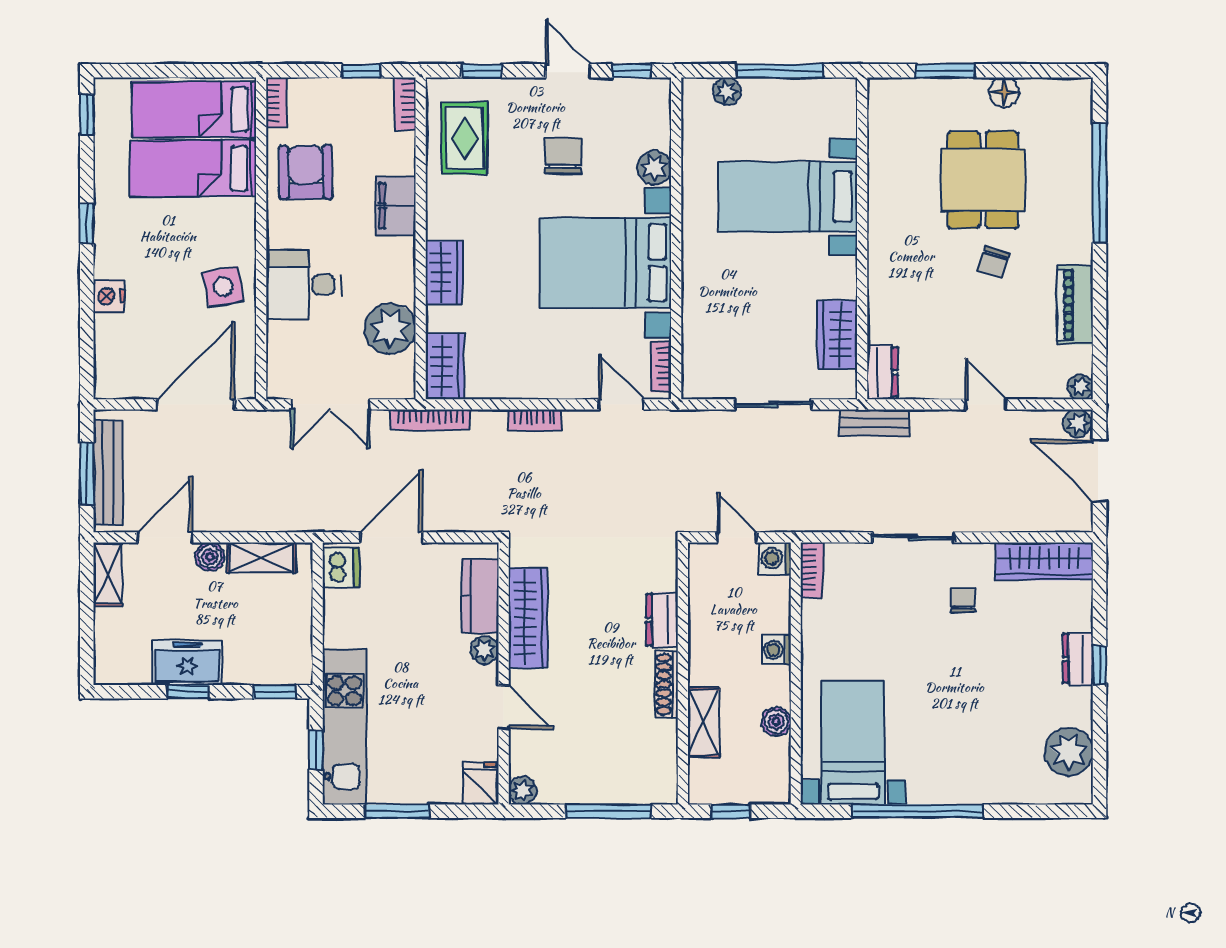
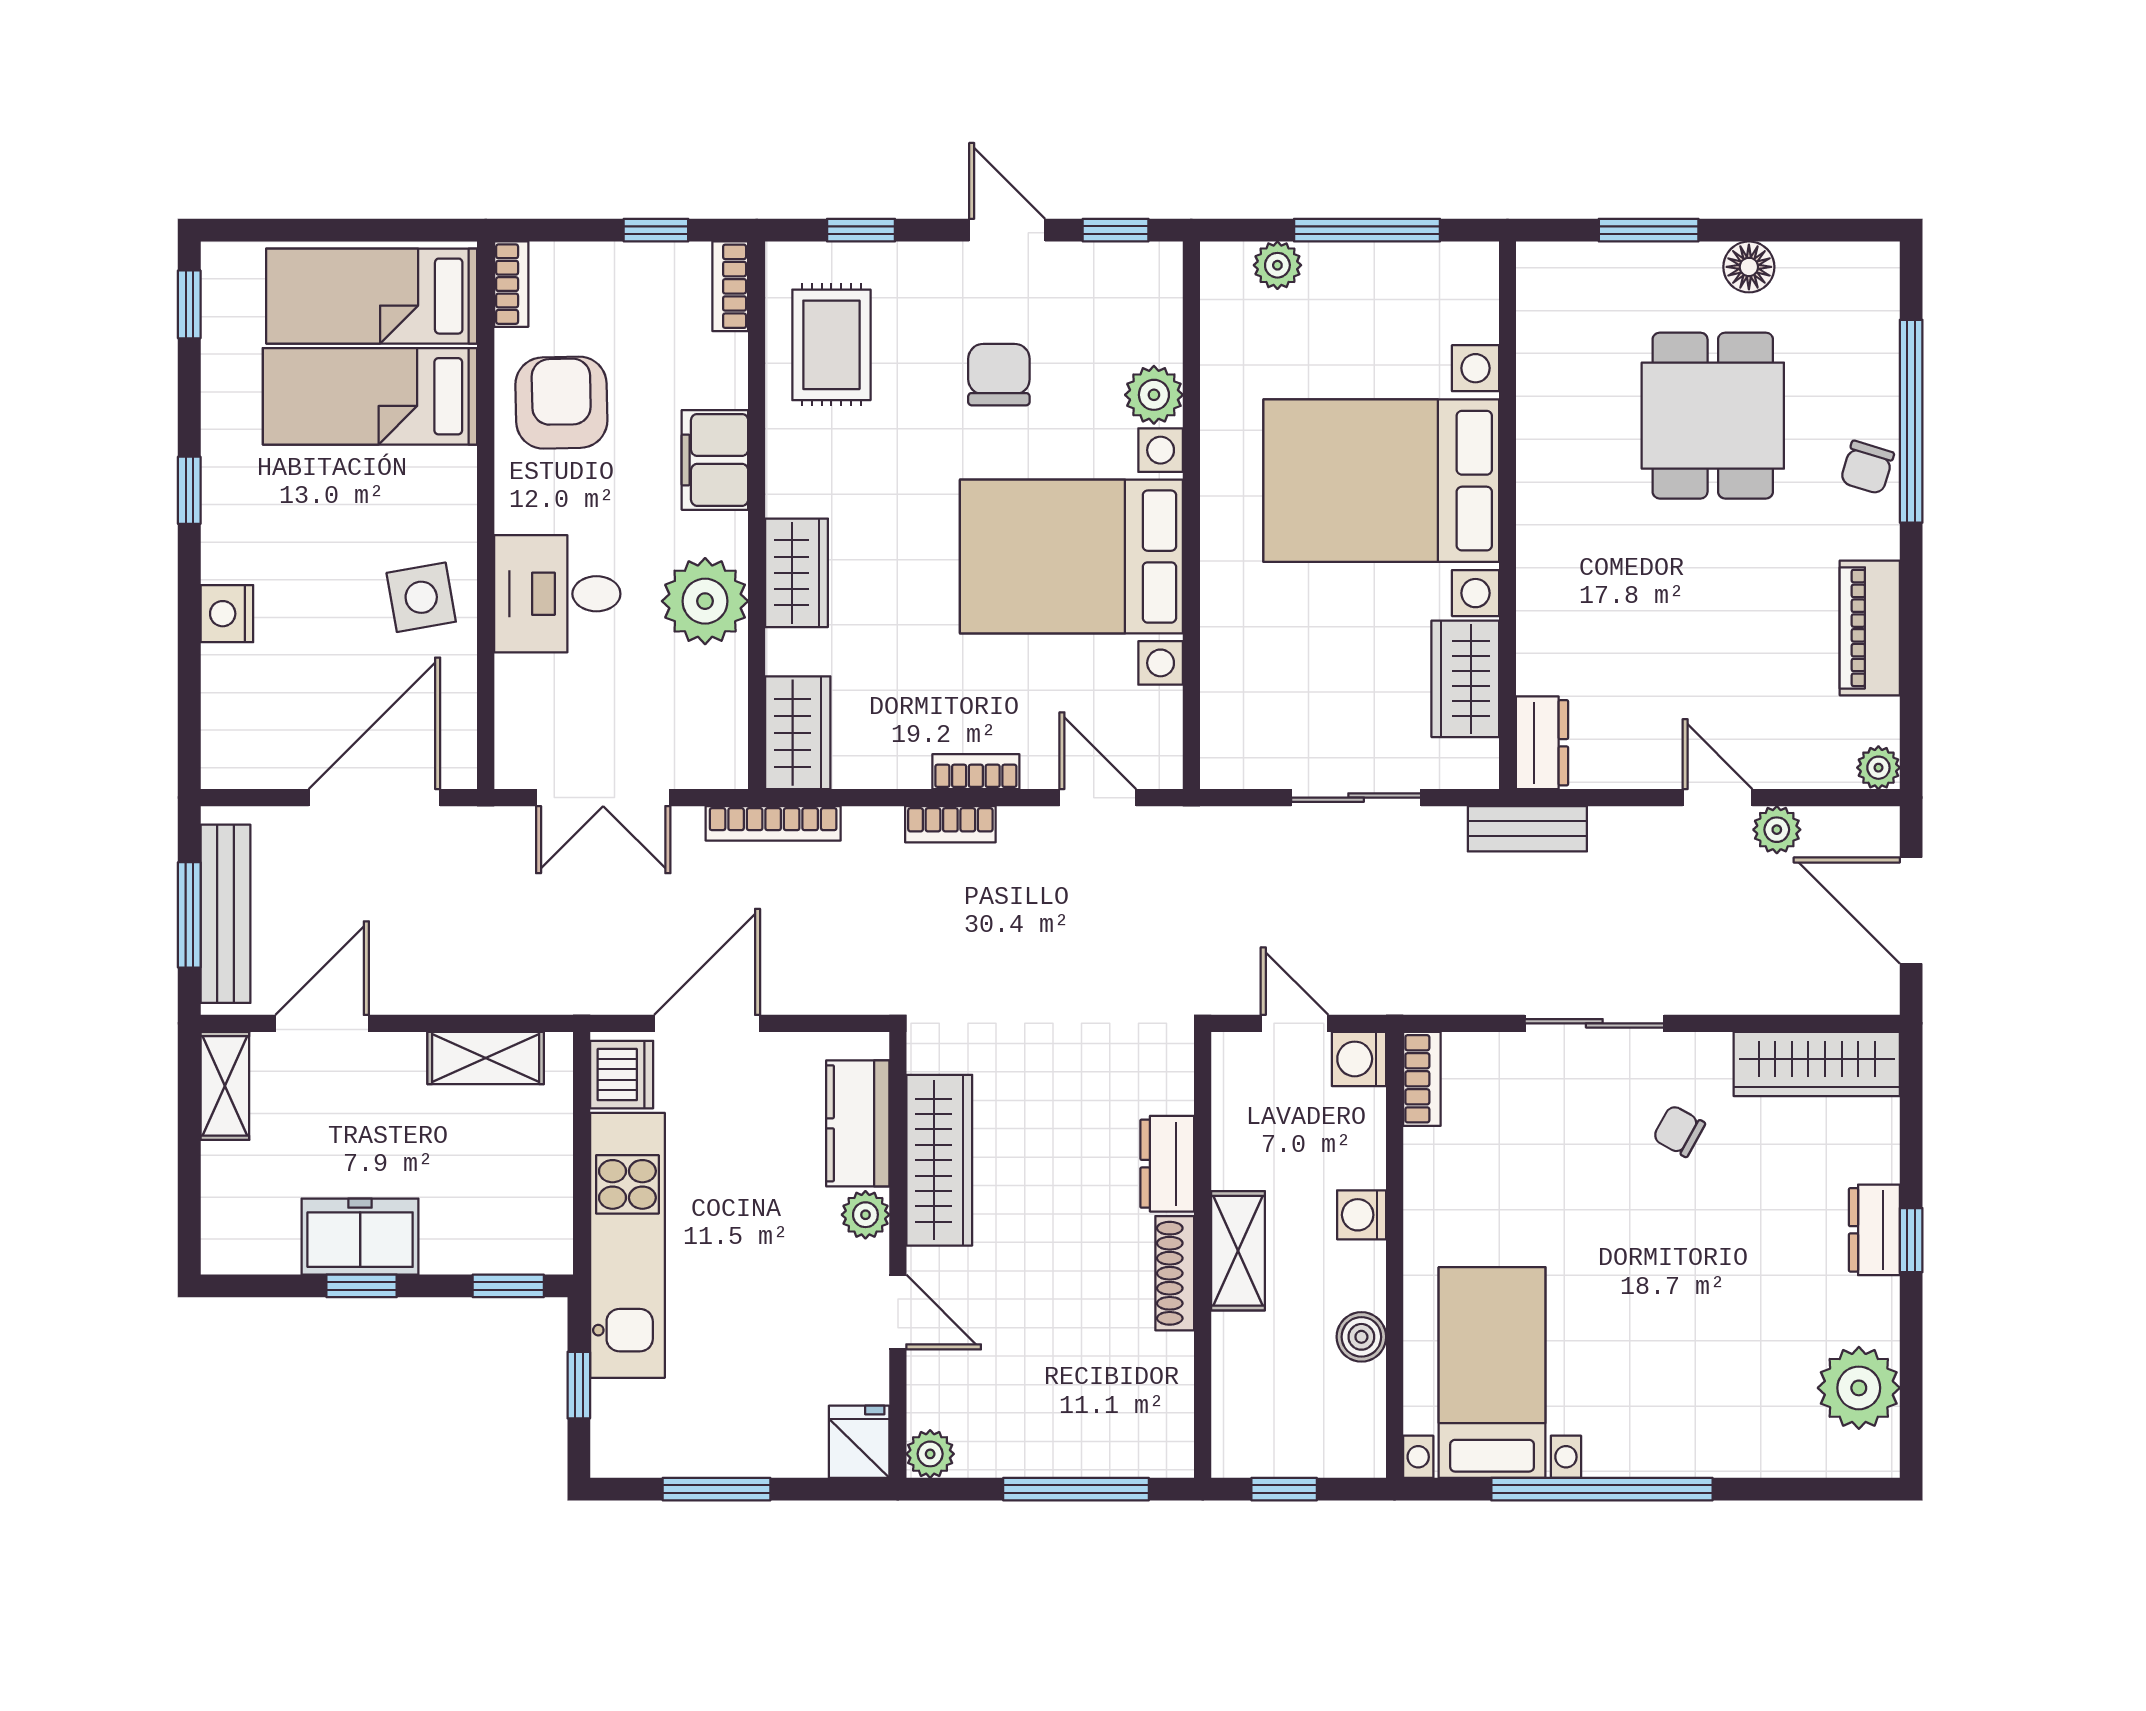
bed with nightstands: (788, 197) -> (1381, 481), width x1.36
chair: (993, 262) -> (1867, 467), moved
plant: (390, 329) -> (705, 601), moved
bookcase: (661, 366) -> (976, 772), moved, turned 90
plant: (1078, 423) -> (1777, 830), moved
boiler: (210, 557) -> (398, 1056), removed
chair: (963, 601) -> (1679, 1131), turned -61
shelving: (704, 722) -> (1238, 1251), moved
kitchen unit: (345, 727) -> (627, 1245), moved

